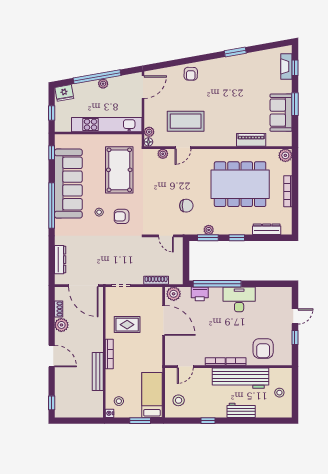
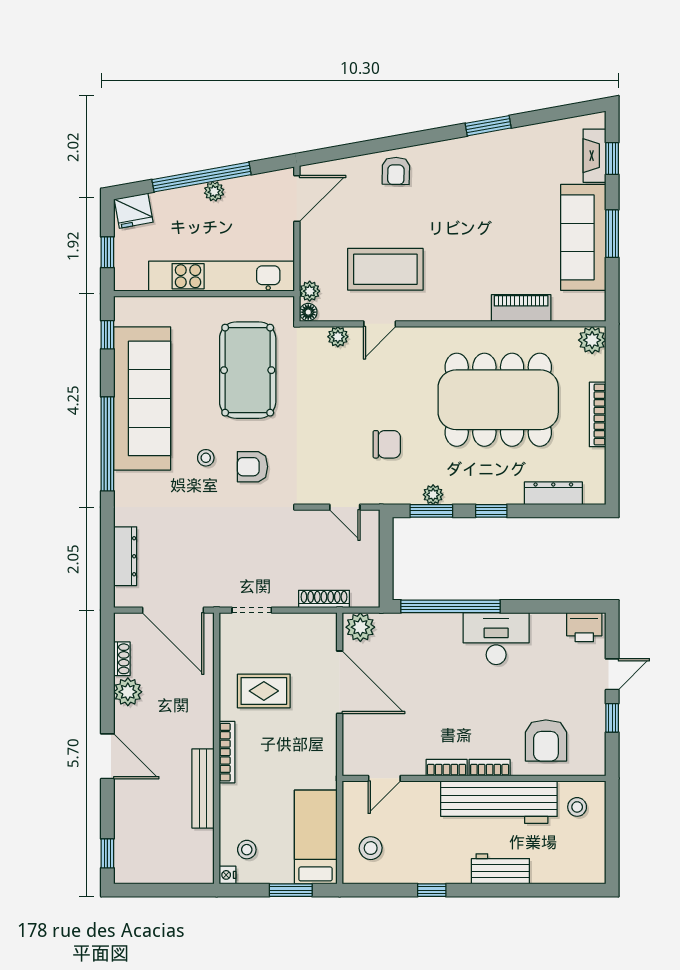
sofa: (281, 113) -> (583, 237), width x1.36
printer: (200, 294) -> (584, 627), moved
stool: (279, 393) -> (577, 807), moved

